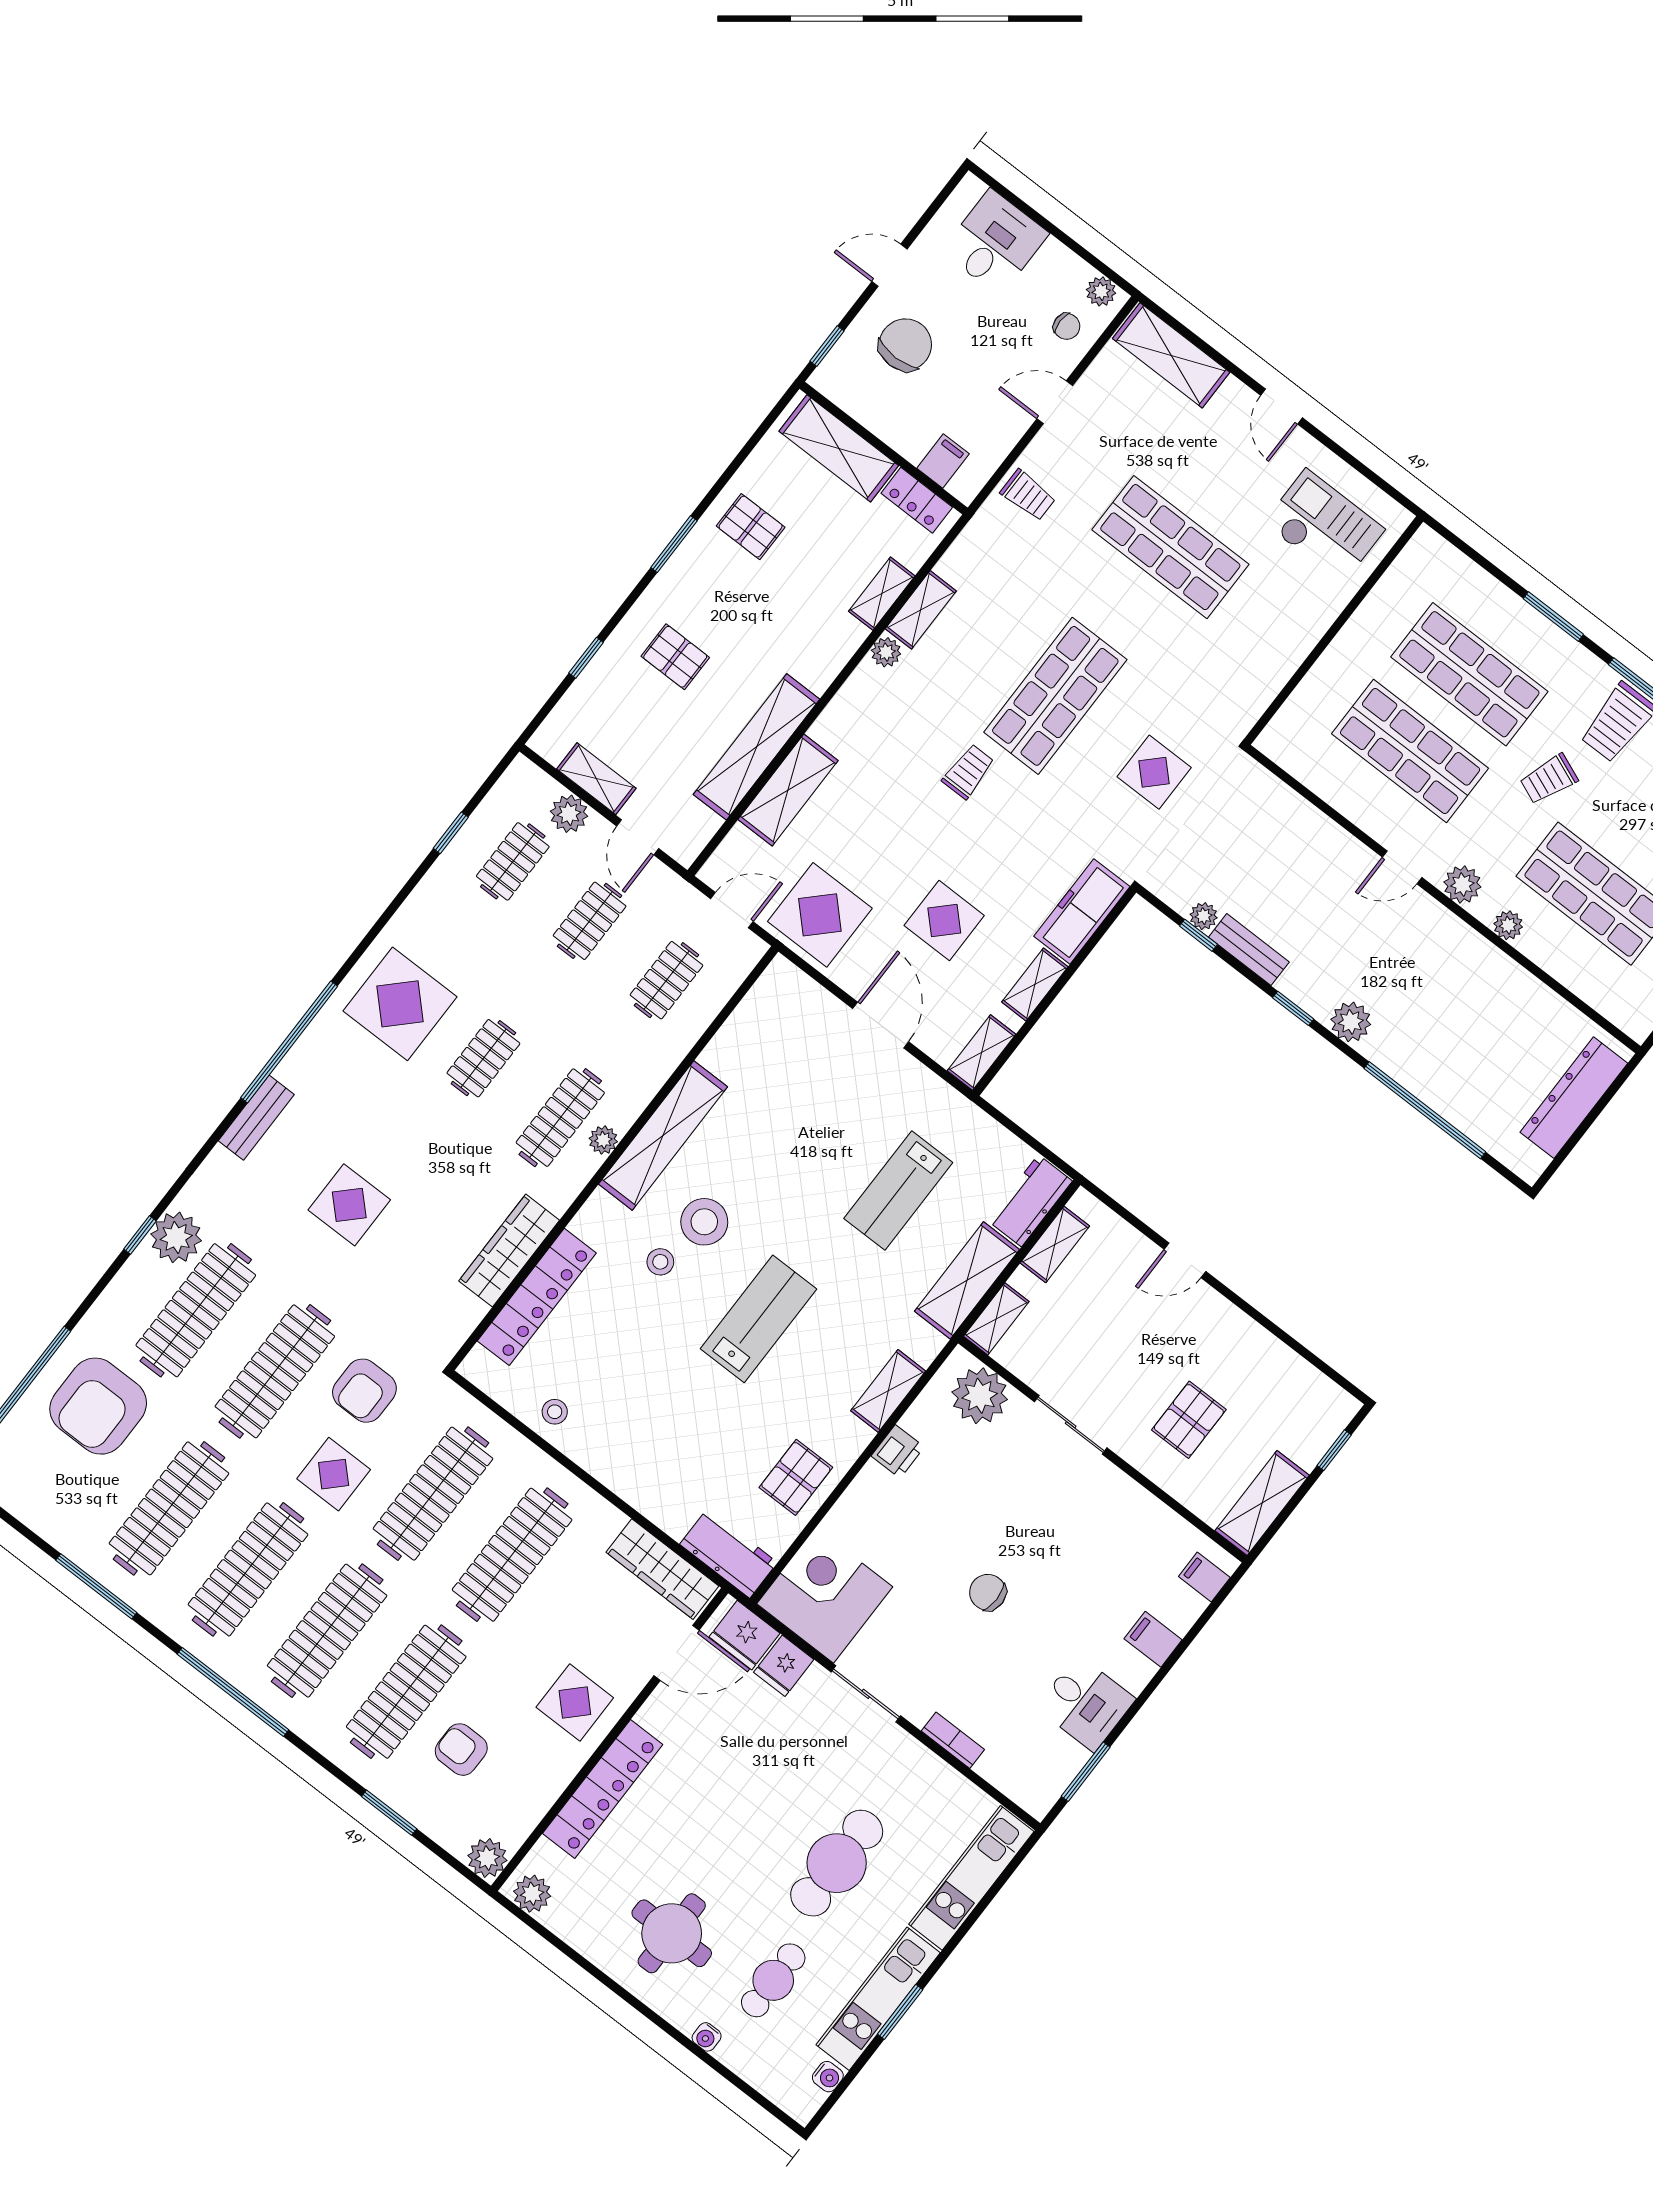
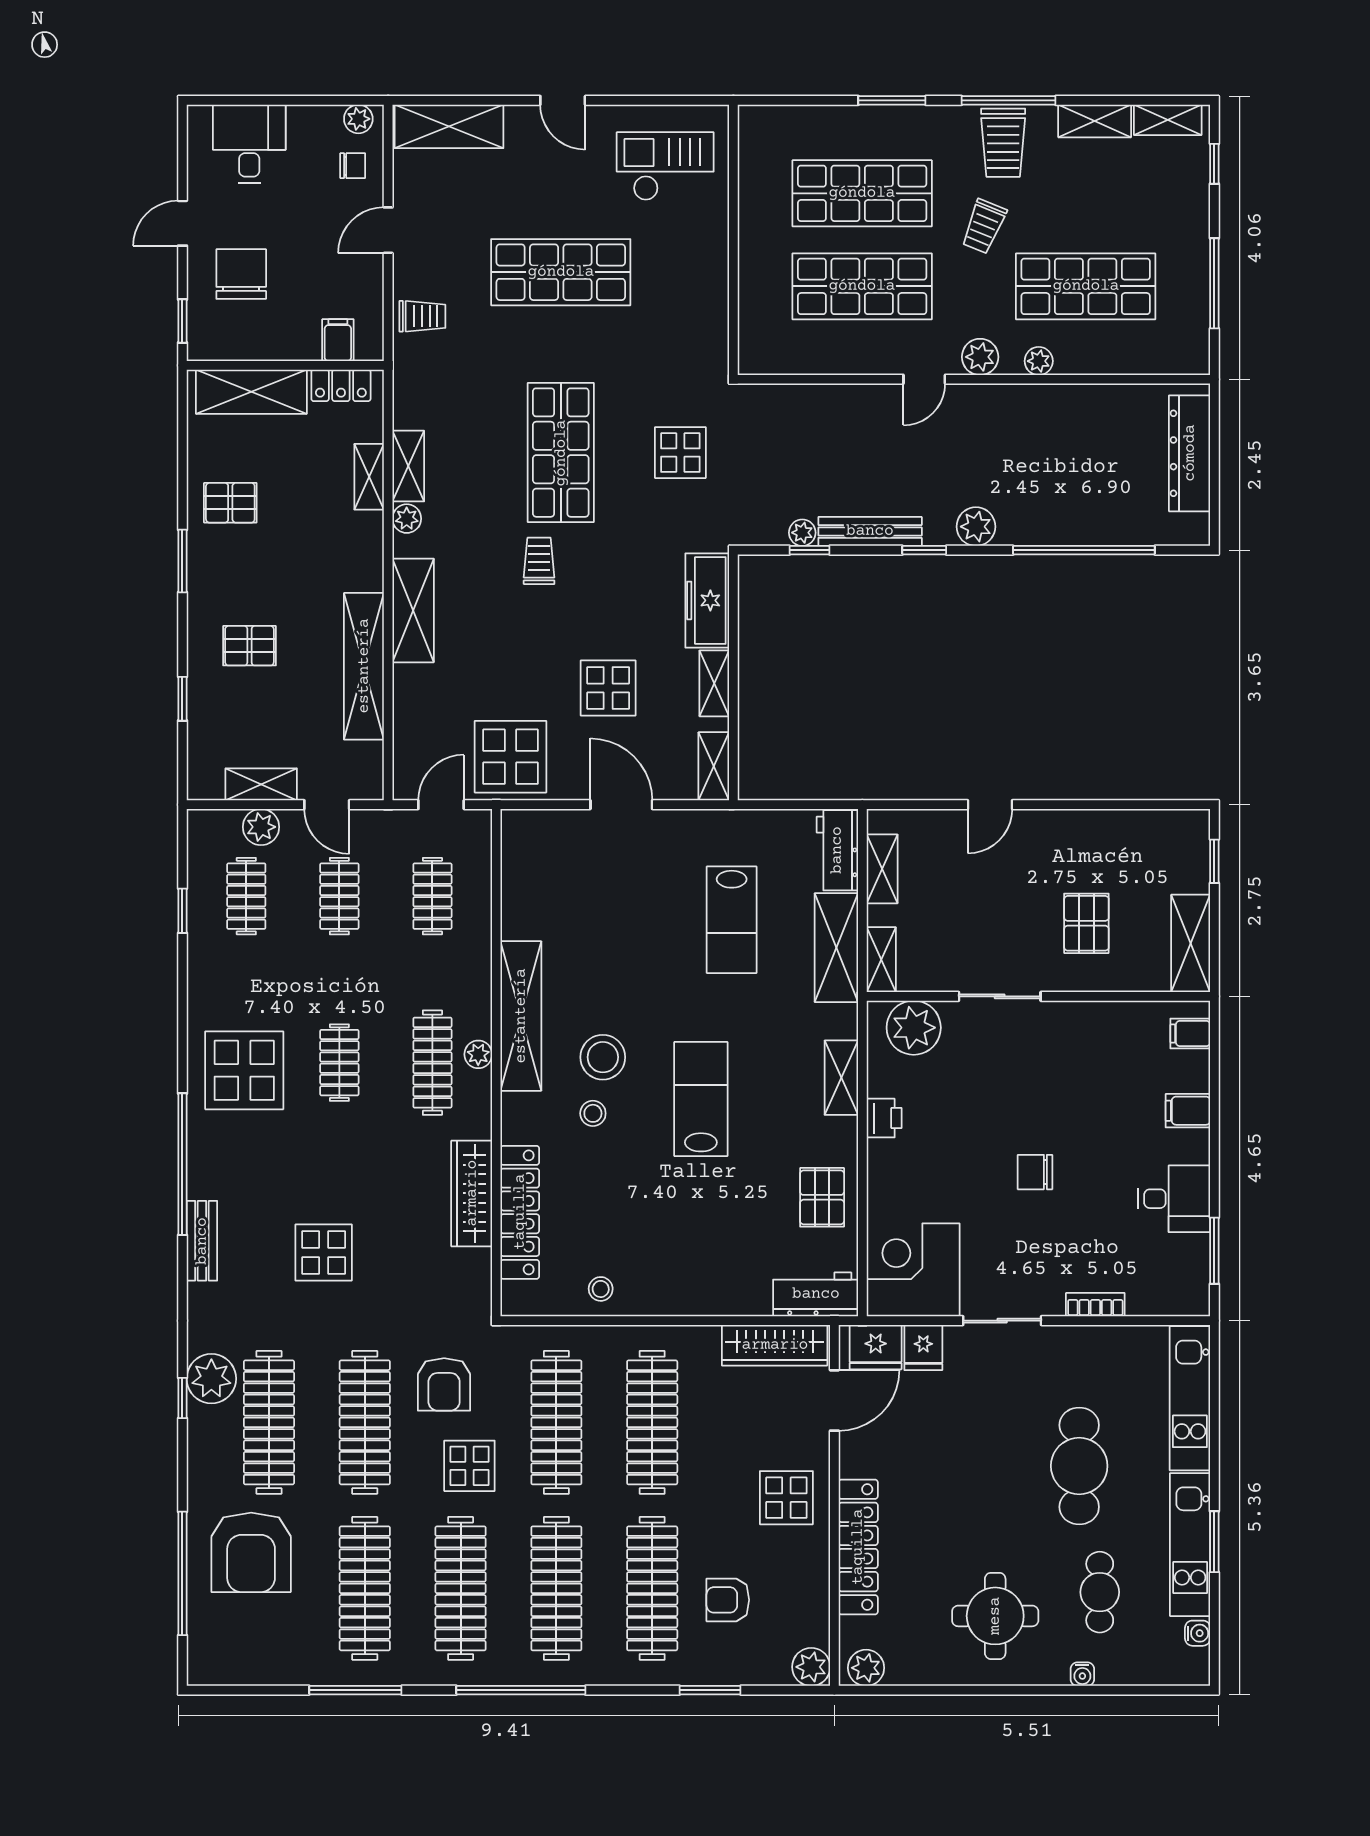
shelving: (788, 790) -> (413, 610), moved
bench: (1249, 950) -> (870, 531), width x1.36

